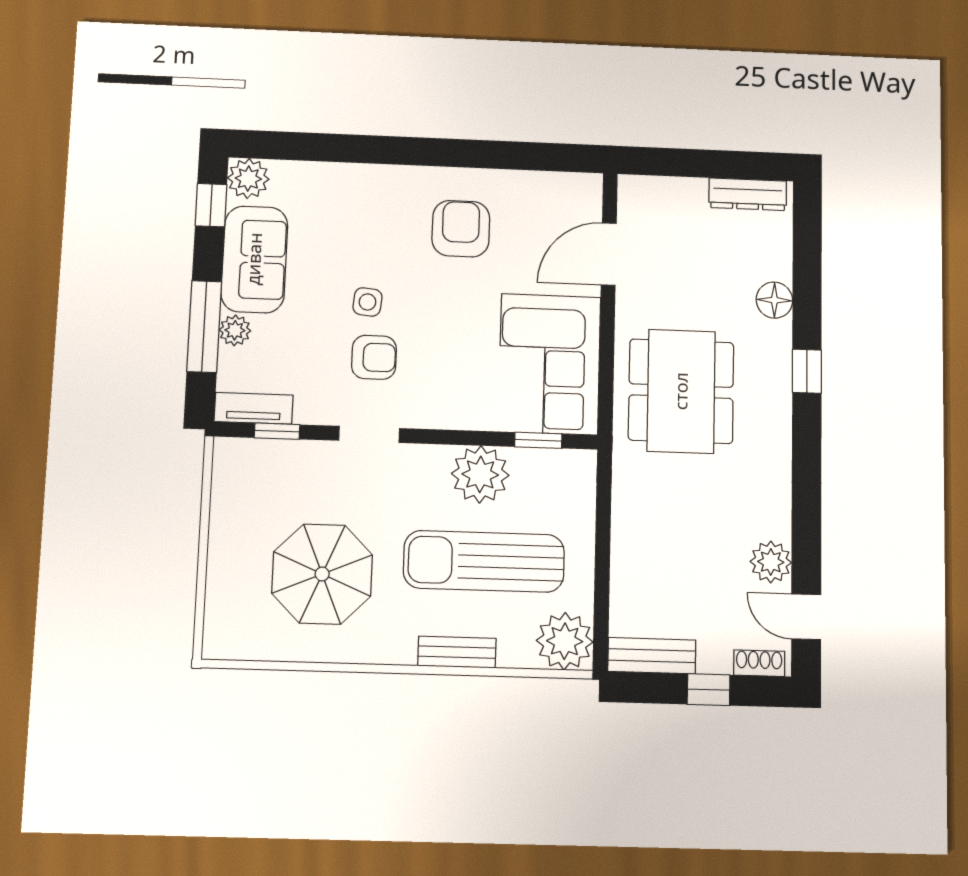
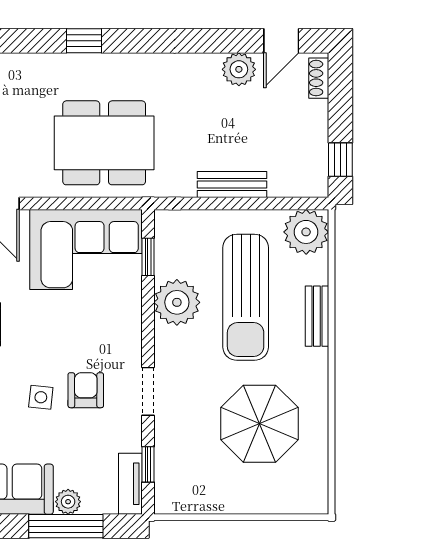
floor lamp: (774, 300) -> (26, 68), removed
bench: (652, 656) -> (232, 184), moved, turned 90
window: (709, 690) -> (340, 160), moved

